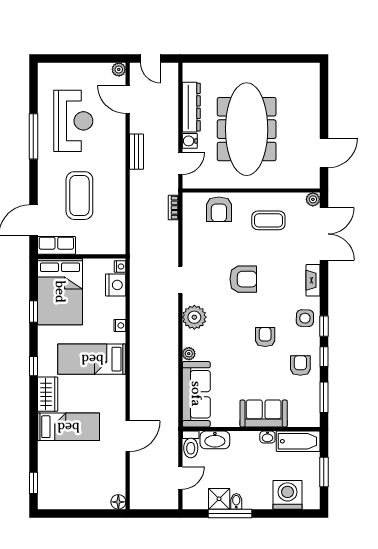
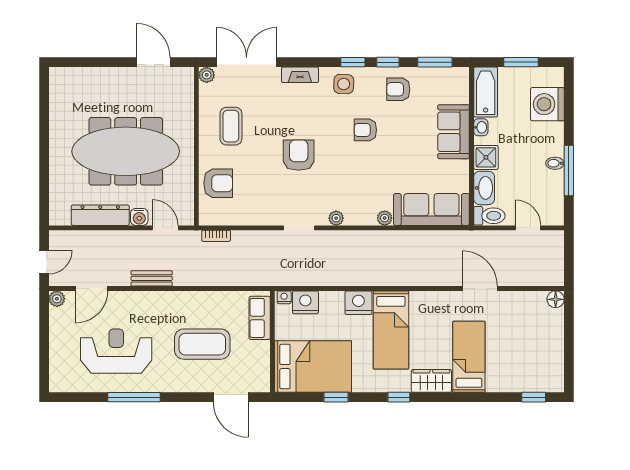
row of seats: (56, 245) -> (260, 318), moved
plant: (194, 317) -> (336, 218), width x0.53, depth x0.53
nightstand: (120, 325) -> (358, 303), width x1.89, depth x1.79
shower: (219, 499) -> (486, 157), moved

